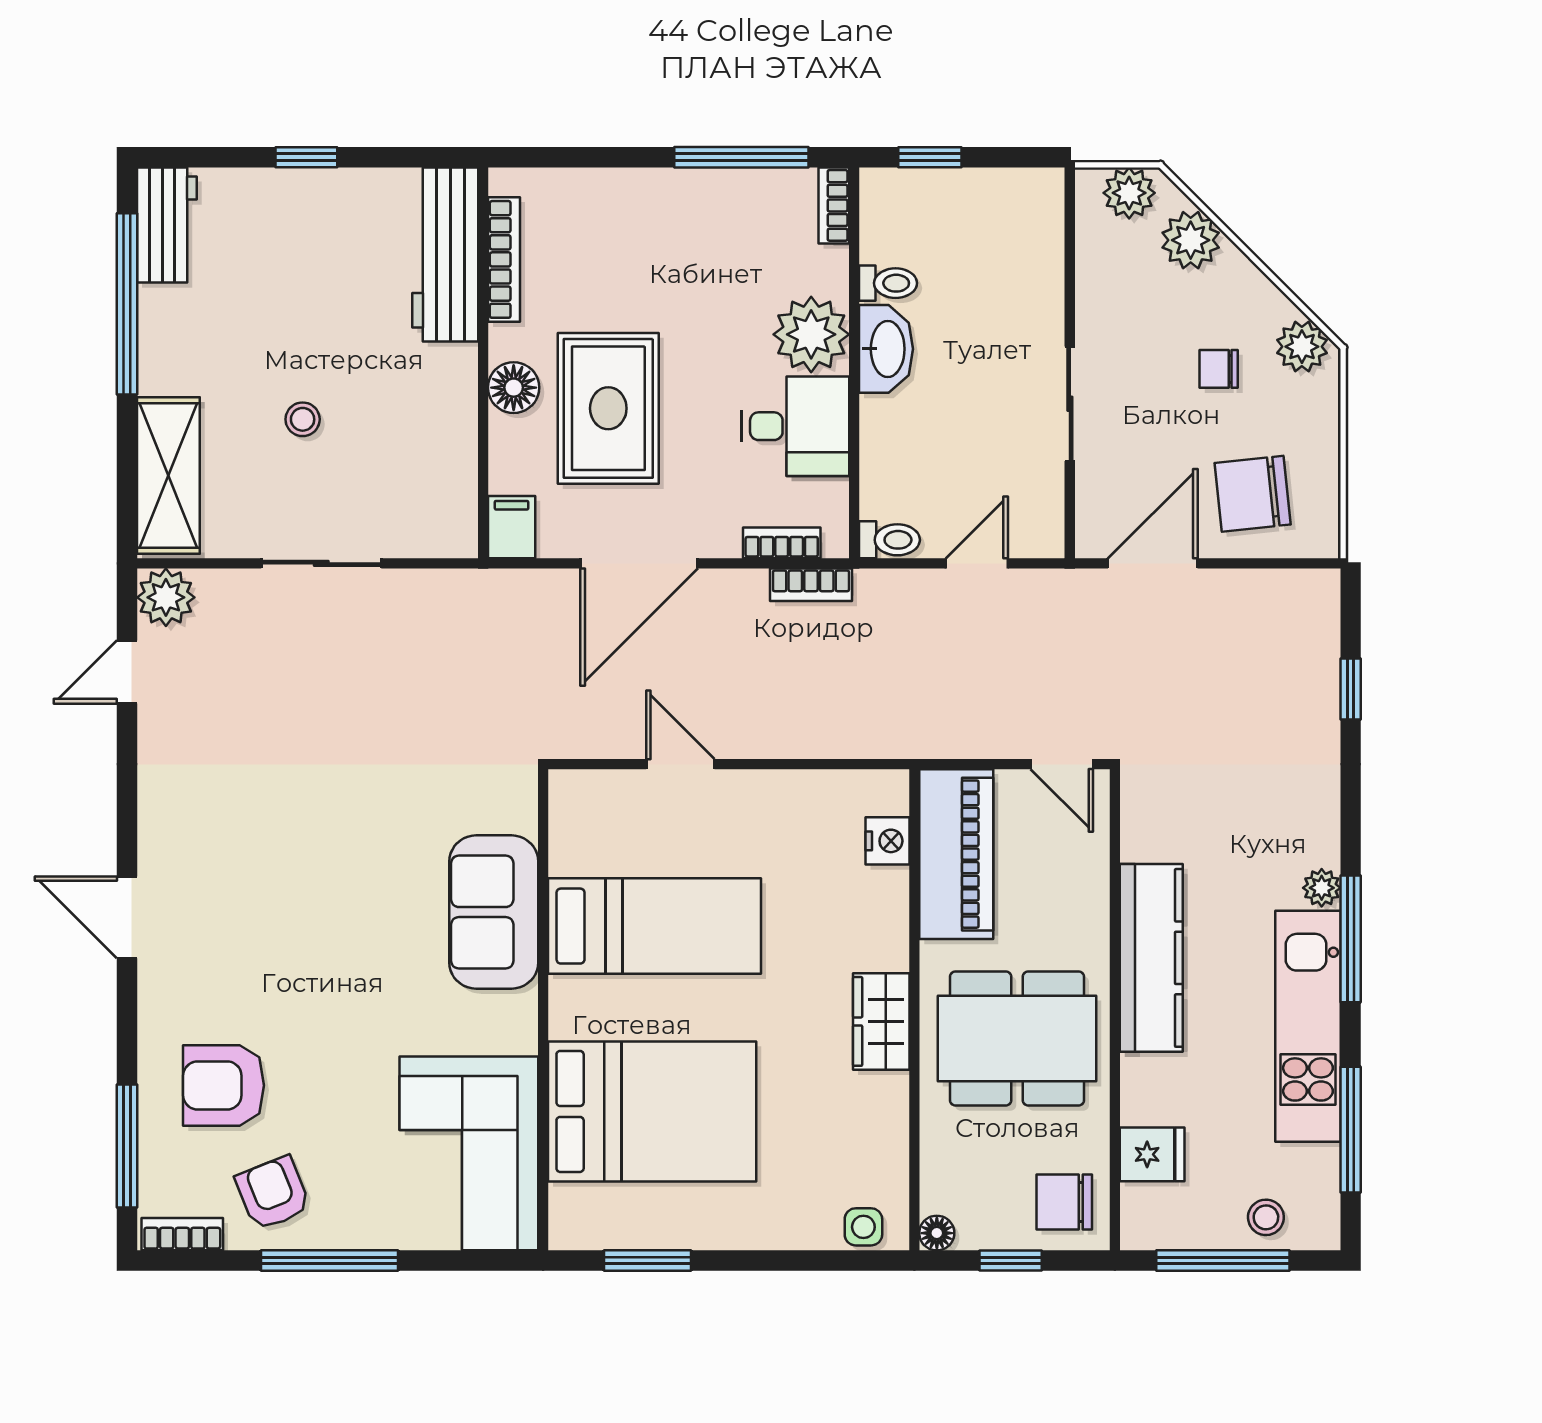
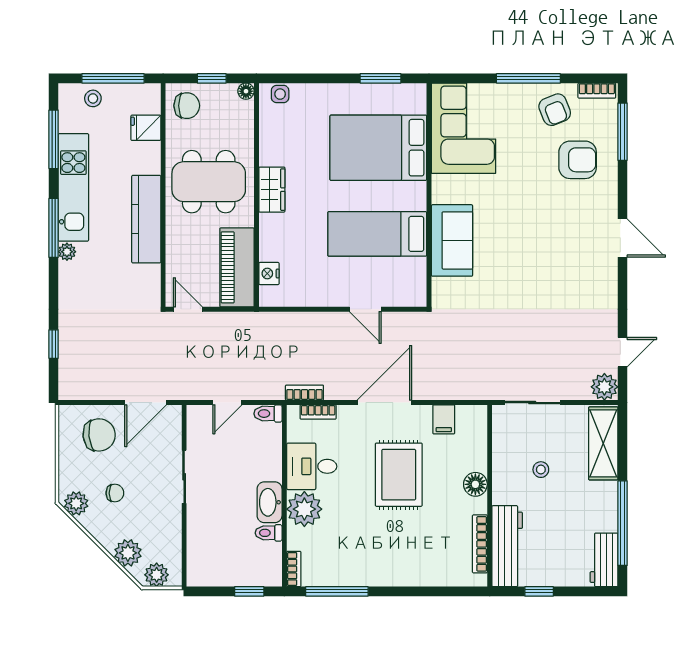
workbench: (445, 254) -> (507, 546), moved
bookcase: (504, 259) -> (480, 544), moved
wall: (483, 363) -> (490, 496), moved
floor lamp: (514, 388) -> (475, 484), moved

